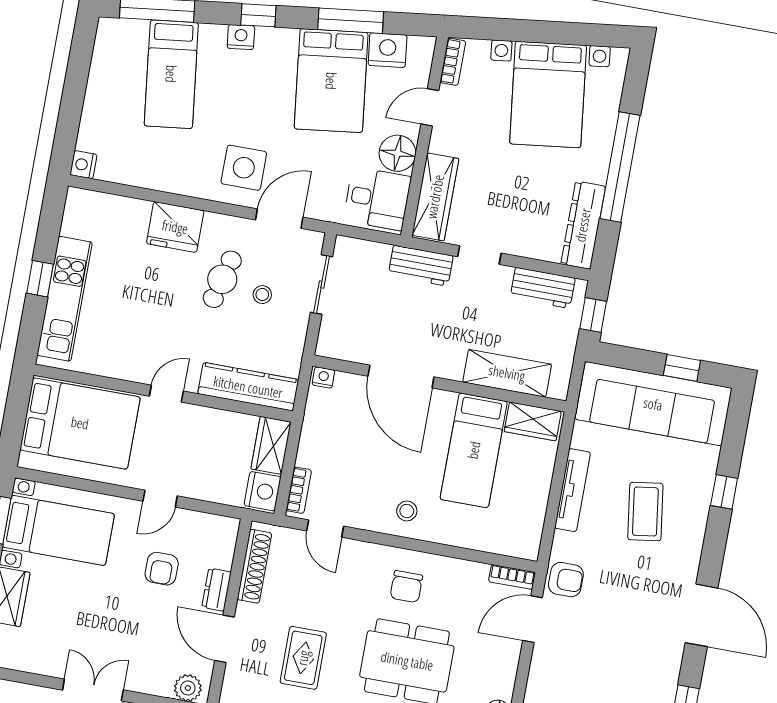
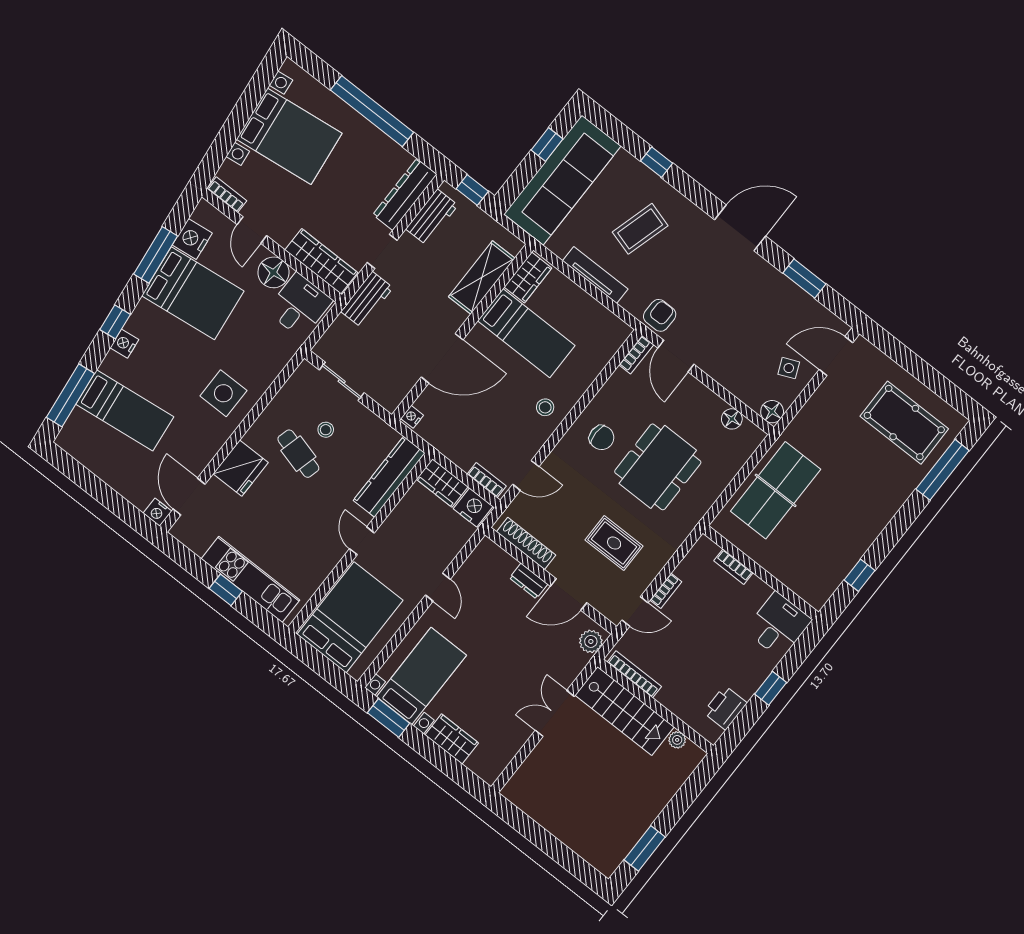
door: (279, 219) -> (189, 497), moved
dresser: (583, 225) -> (405, 194), moved, turned 90
coffee table: (645, 512) -> (640, 229), turned -66
armchair: (162, 569) -> (491, 614), removed

